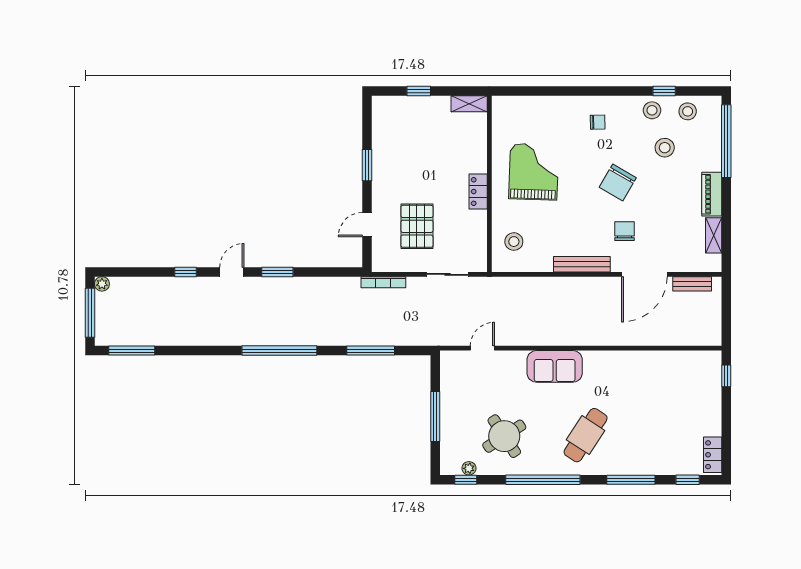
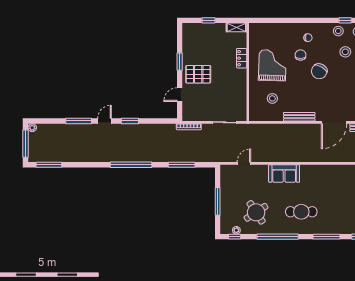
locker: (478, 192) -> (242, 58), moved
pallet: (417, 226) -> (198, 74), moved, turned 90
chair: (624, 231) -> (301, 55), moved
stool: (514, 242) -> (272, 98), moved
window: (185, 272) -> (79, 121), width x2.17
cafe table: (586, 435) -> (301, 212), turned 57

